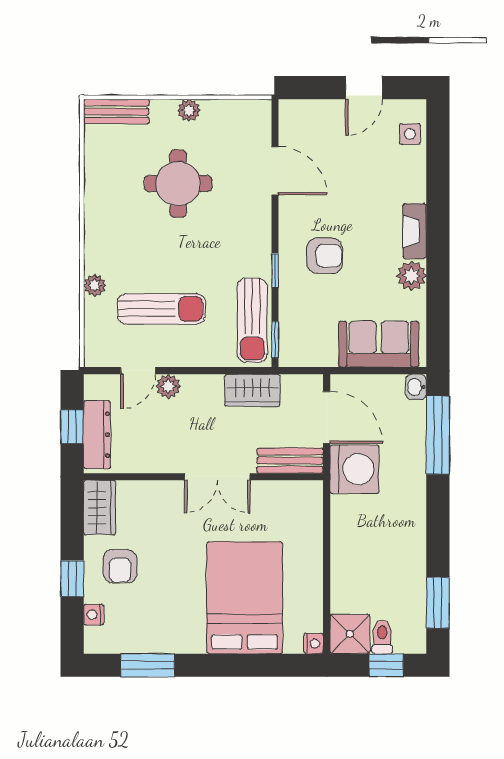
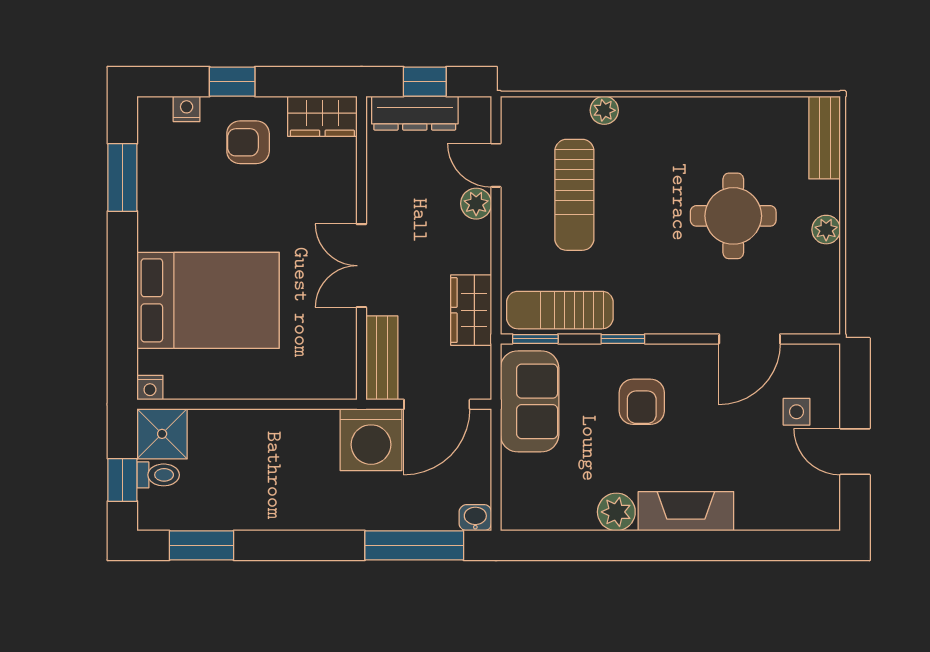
side table: (410, 134) -> (797, 412), moved
fireplace: (415, 231) -> (686, 511), width x1.37, depth x1.32
sofa: (379, 344) -> (530, 401), moved

